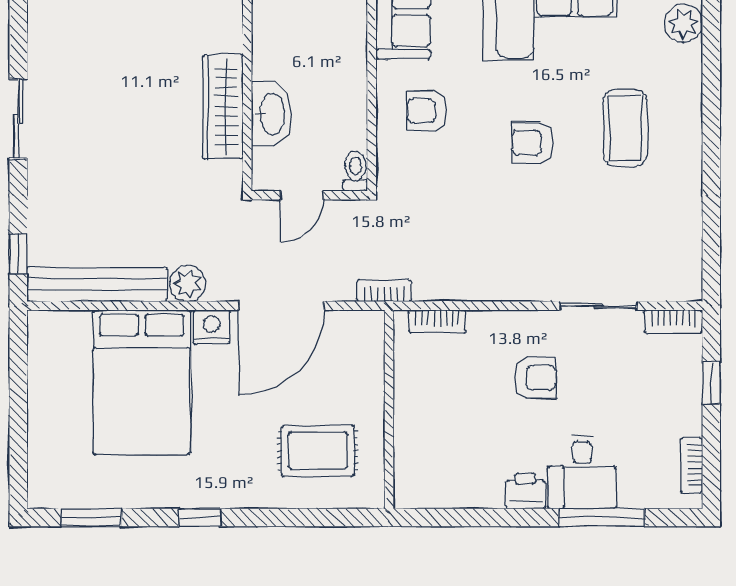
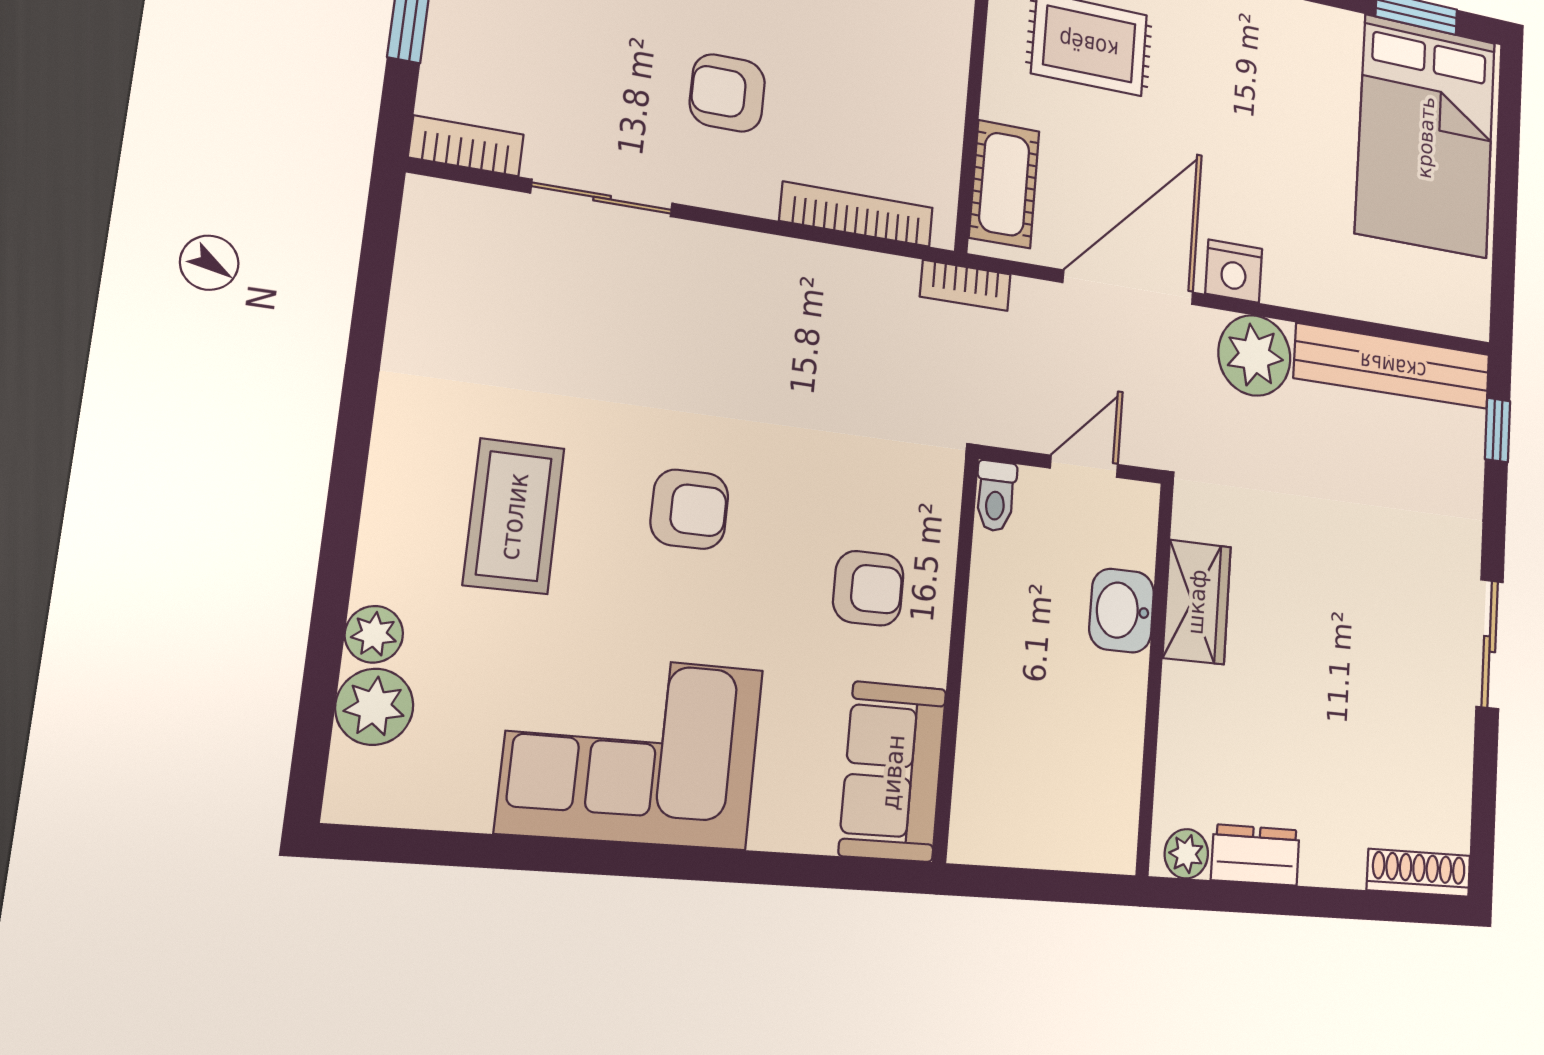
plant: (688, 60) -> (374, 634), added
wardrobe: (223, 106) -> (1197, 602), width x0.67
washbasin: (271, 114) -> (1122, 611), width x0.72
plant: (188, 283) -> (1254, 355), width x1.36, depth x1.36
bookcase: (437, 321) -> (857, 214), width x1.56
cot: (365, 355) -> (1004, 184), added
bed: (142, 382) -> (1426, 137), moved, turned 180

